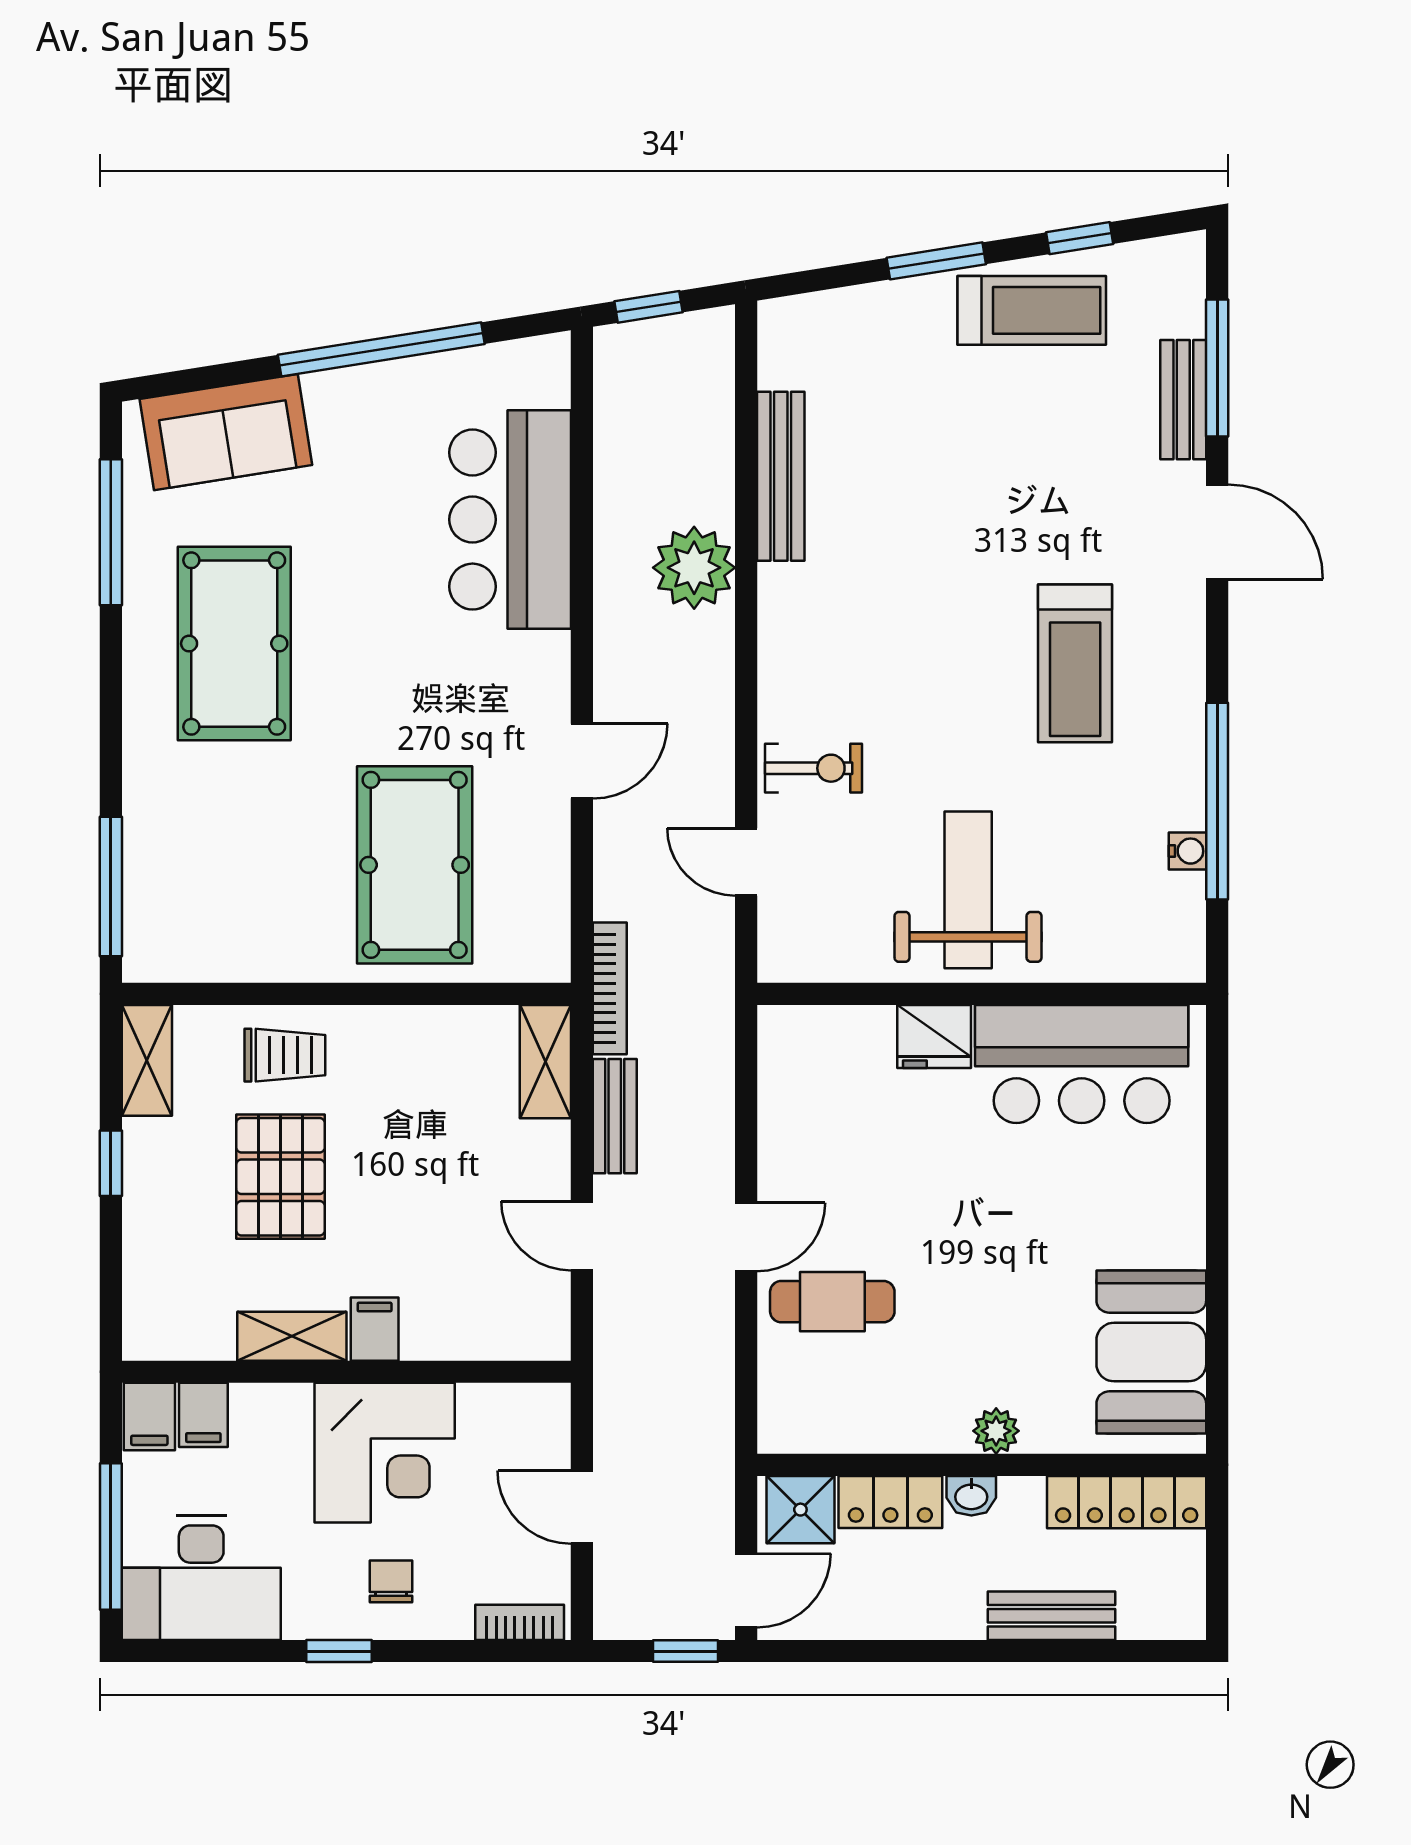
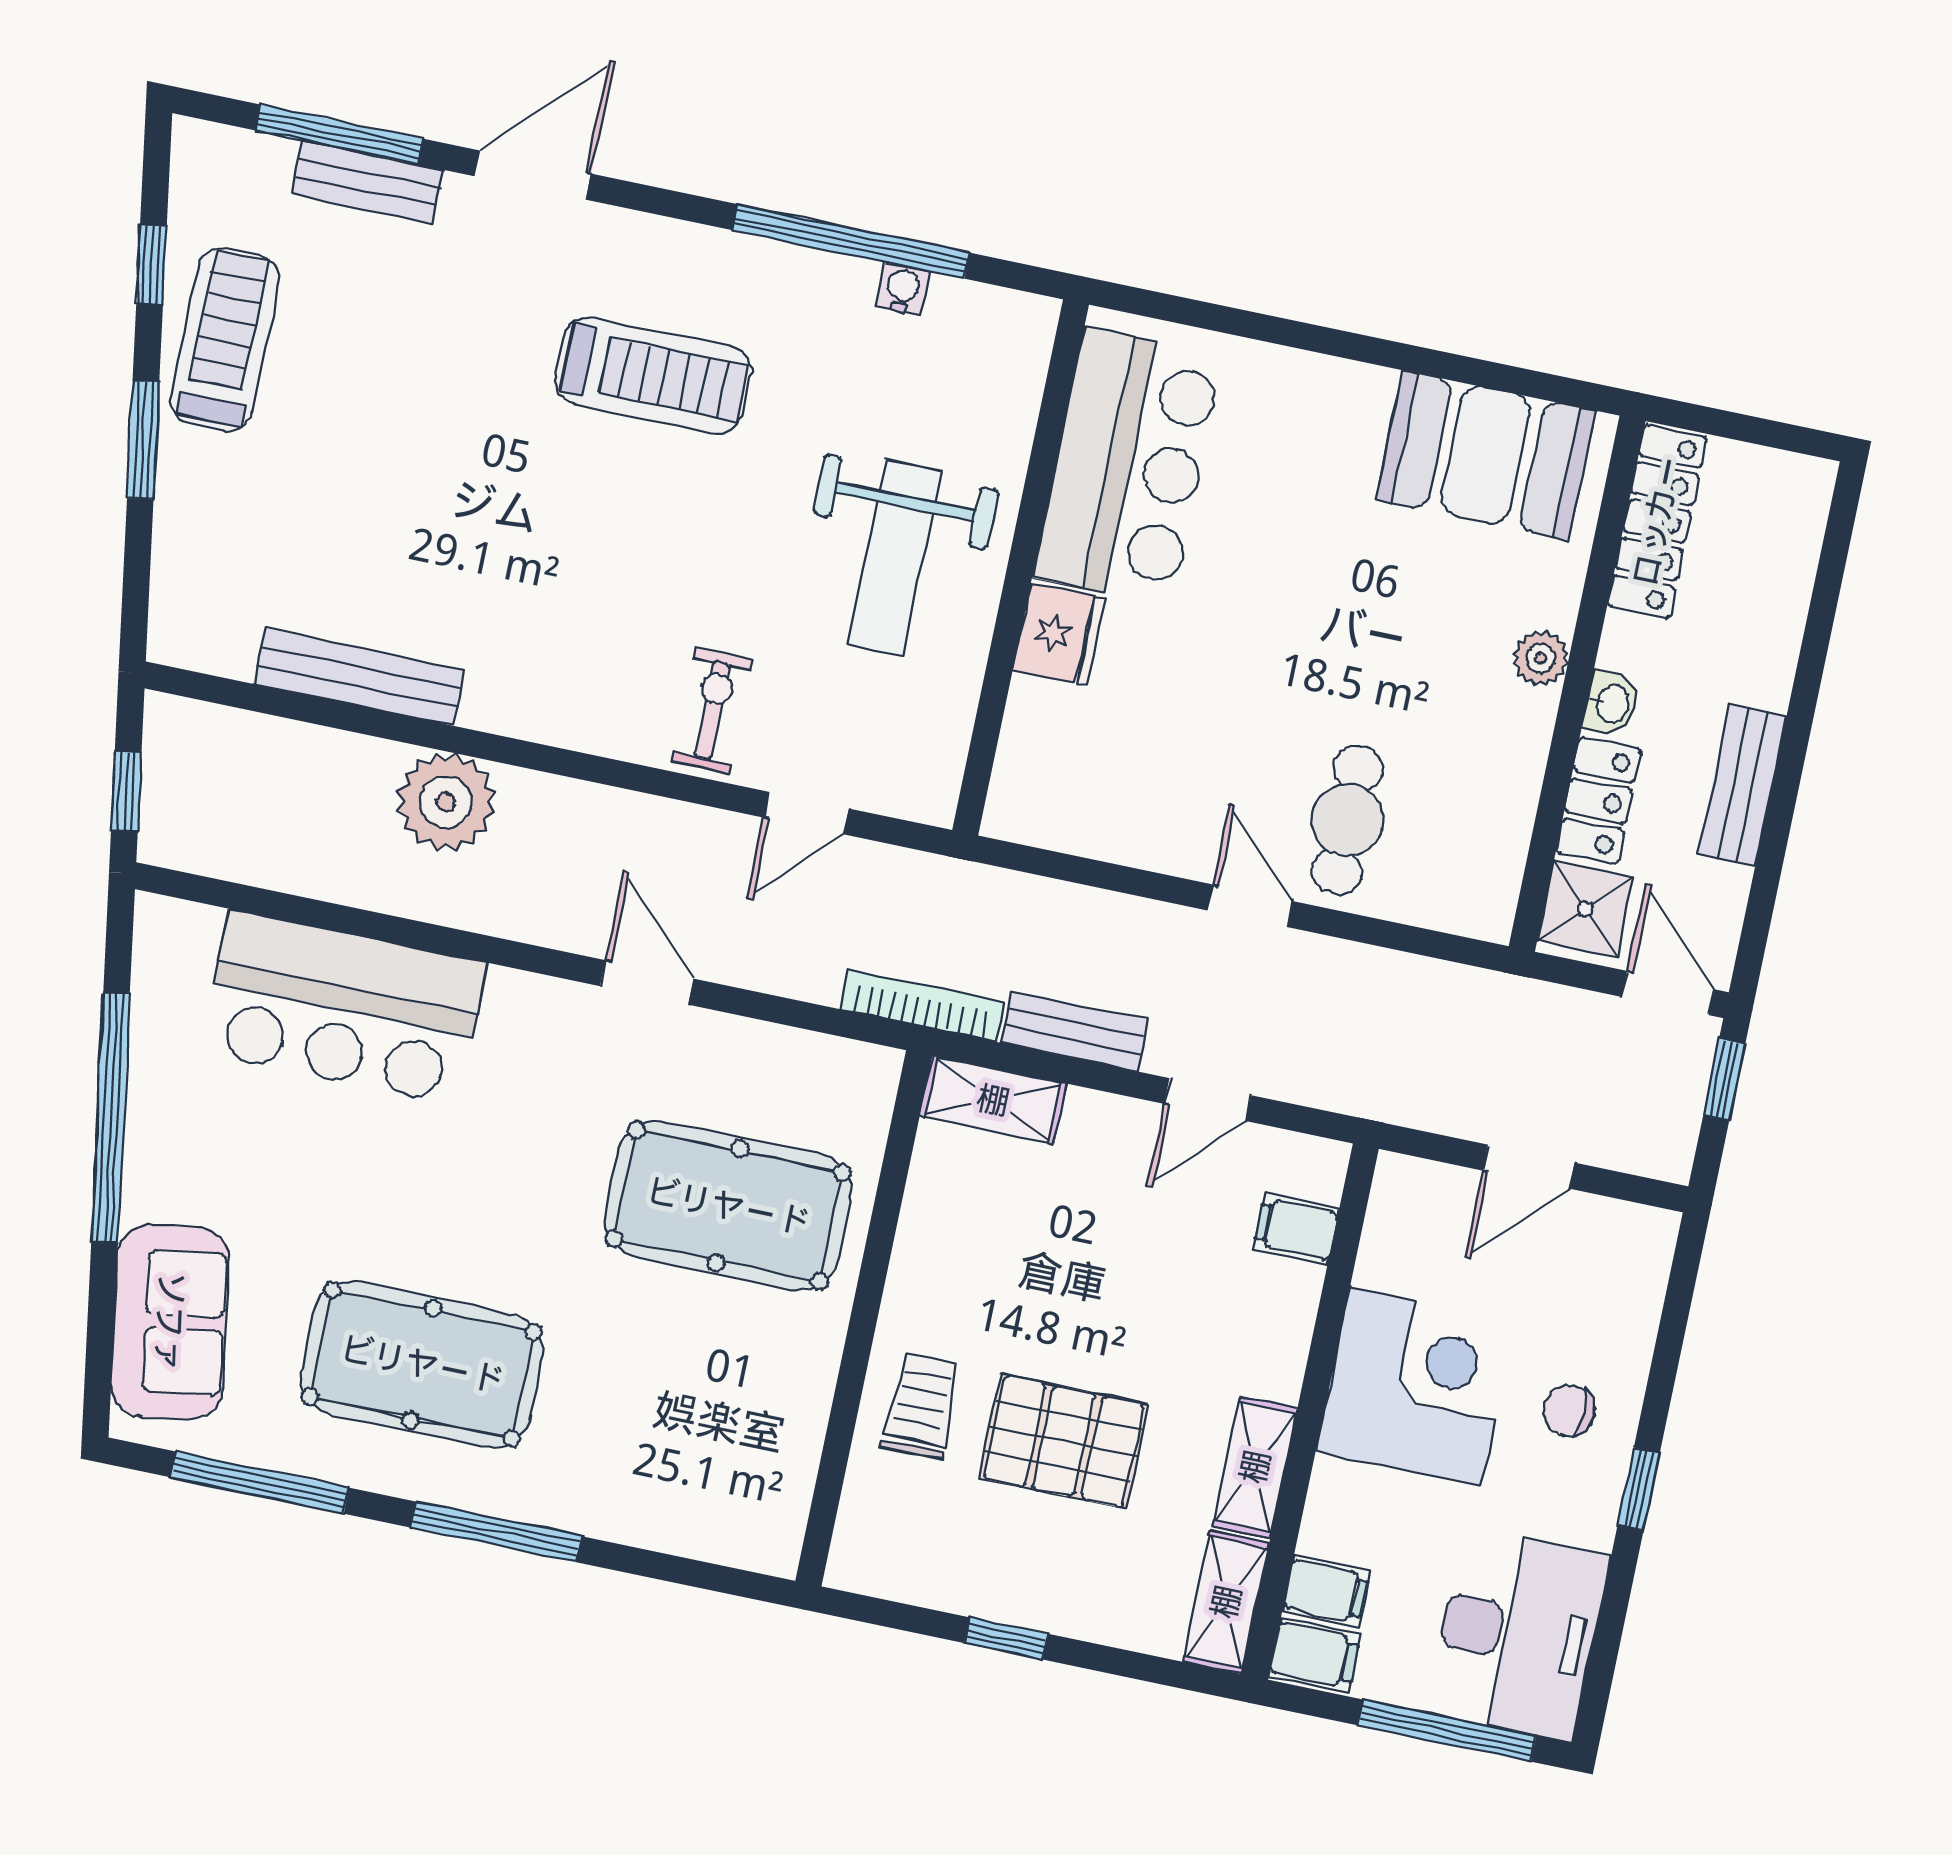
window: (111, 887) -> (496, 1532), moved
weight bench: (968, 890) -> (894, 558), turned -90
shelving: (147, 1060) -> (1226, 1602), moved, turned 90
filing cabinet: (375, 1329) -> (1296, 1229), moved
bench: (1051, 1616) -> (1742, 785), moved
bookcase: (520, 1622) -> (1649, 1269), removed

